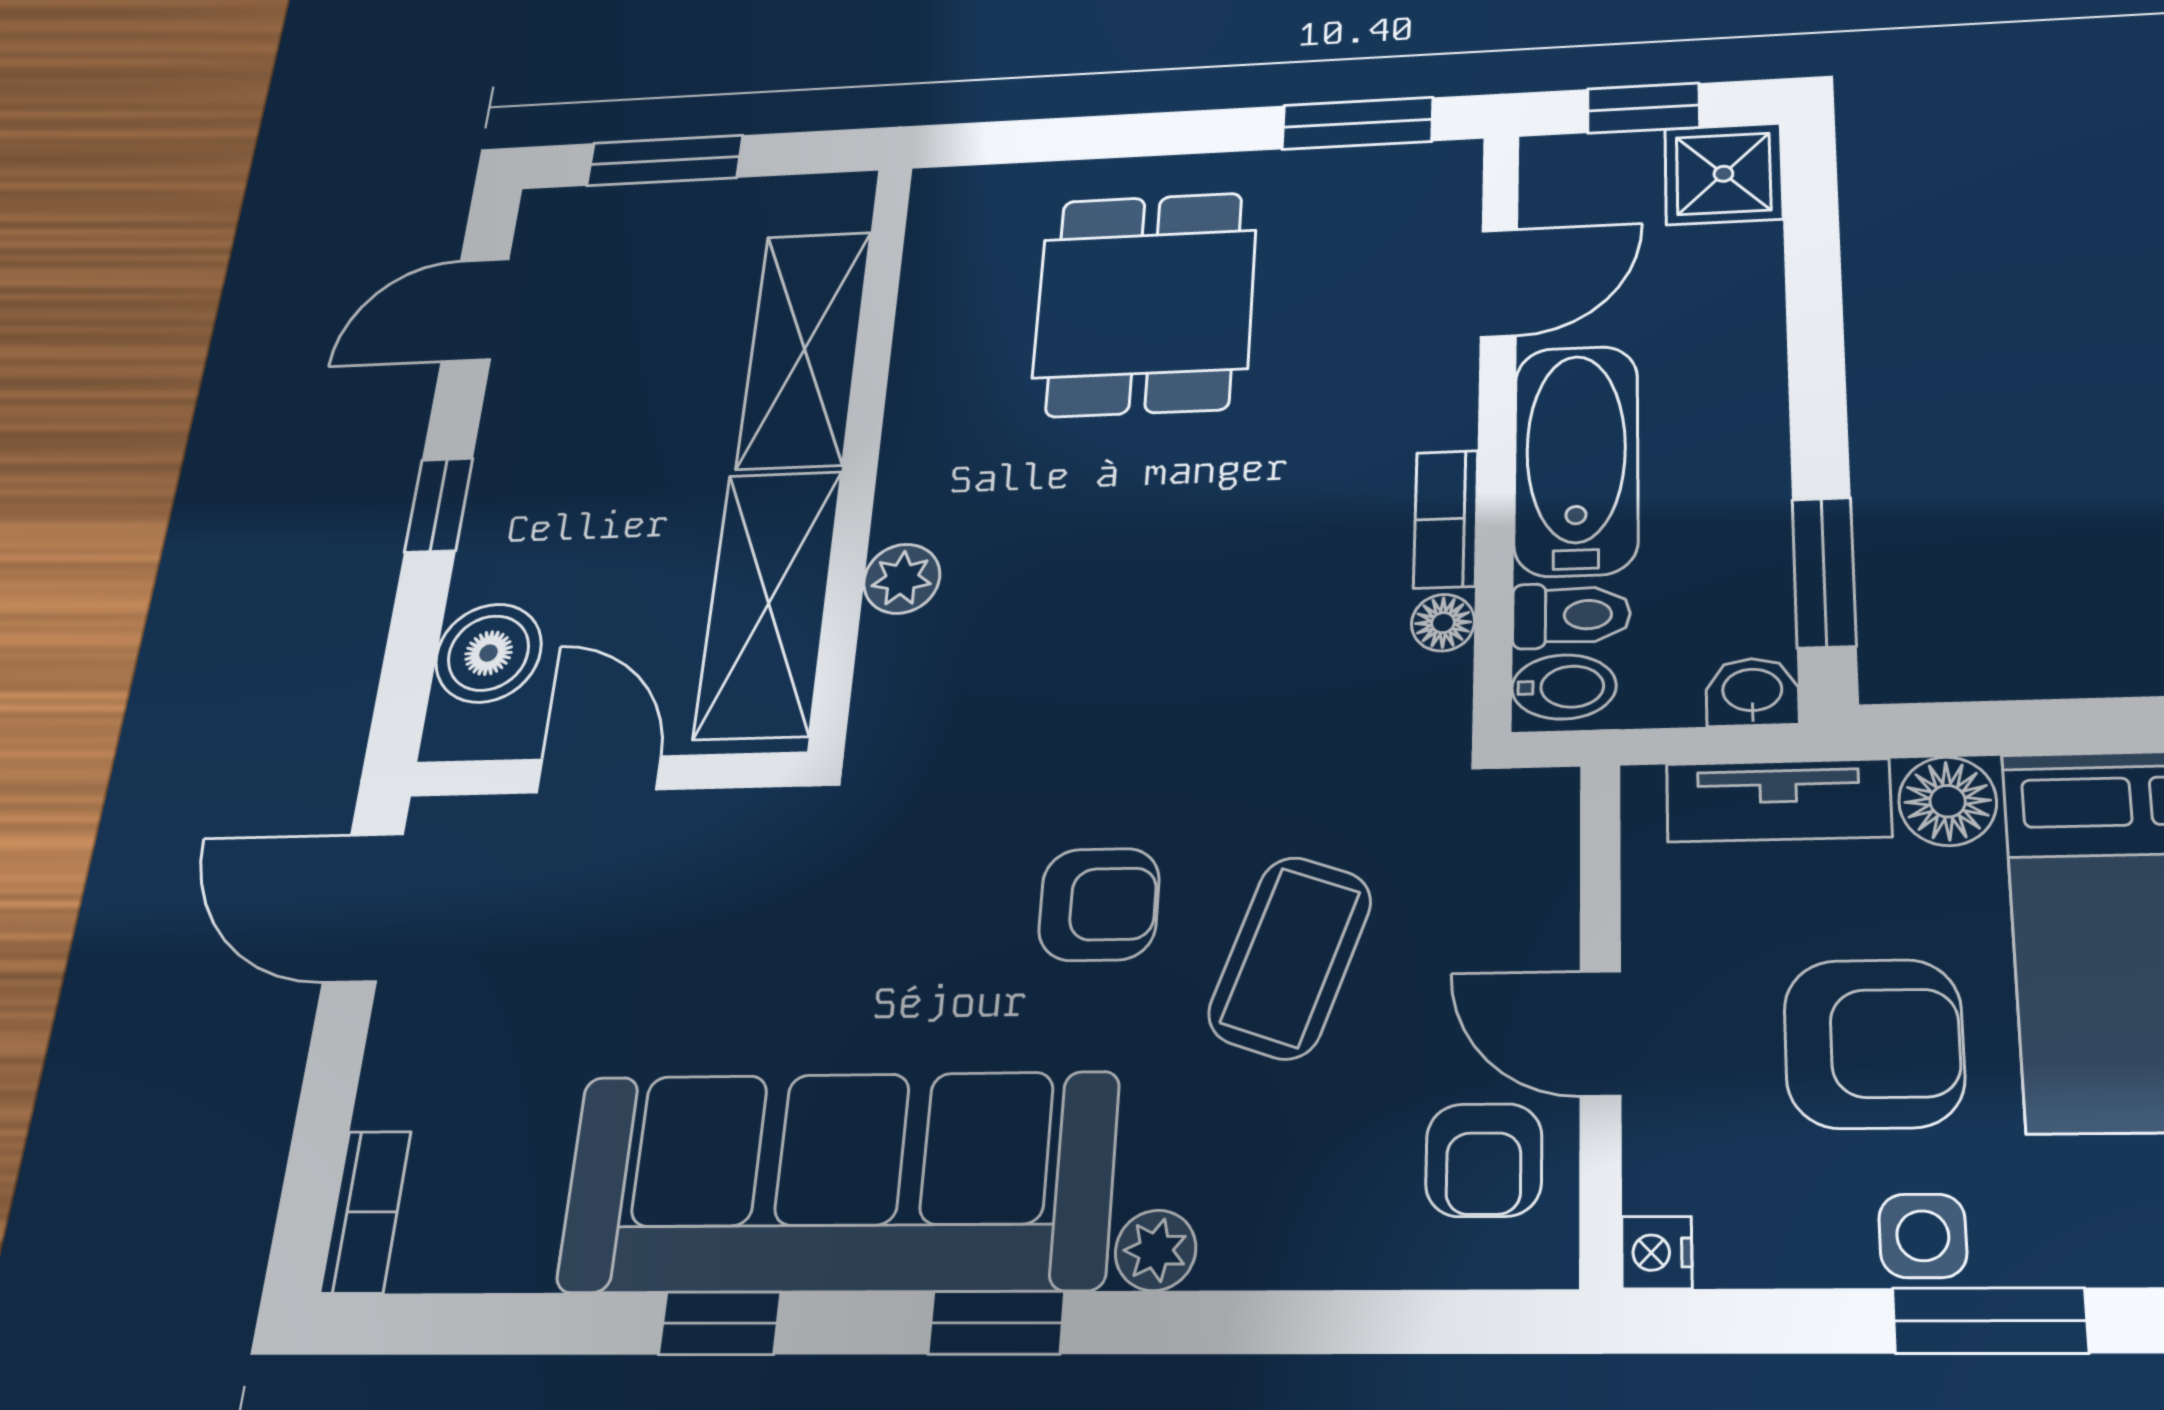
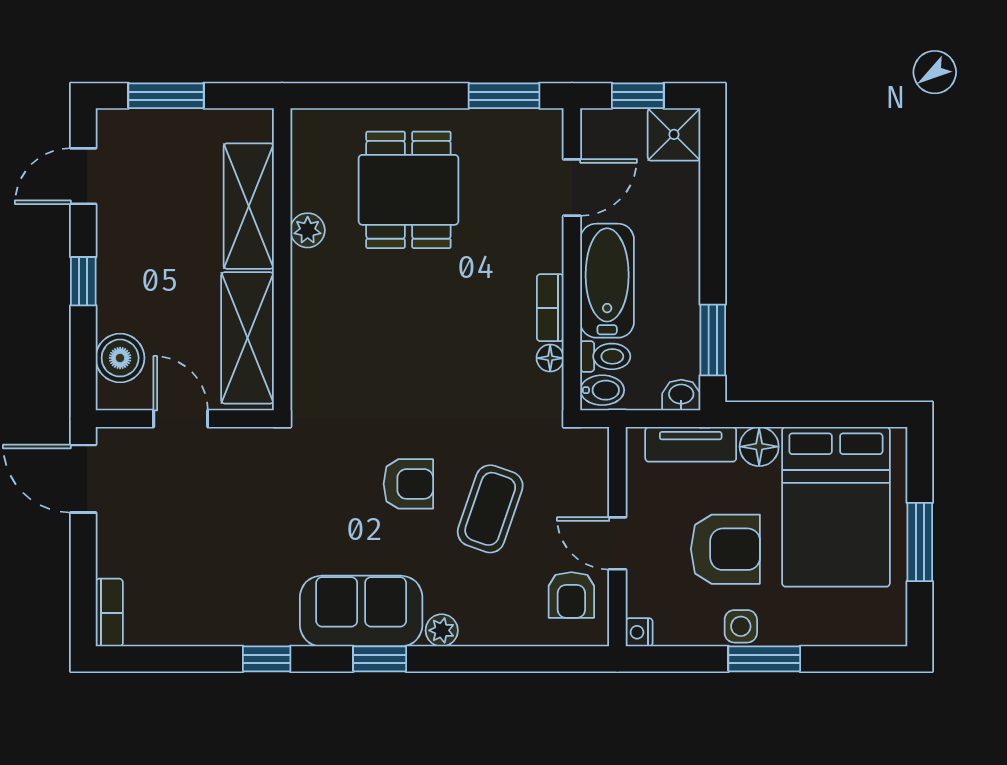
plant: (902, 579) -> (308, 230), moved
sofa: (839, 1182) -> (361, 611), width x0.54, depth x0.79

